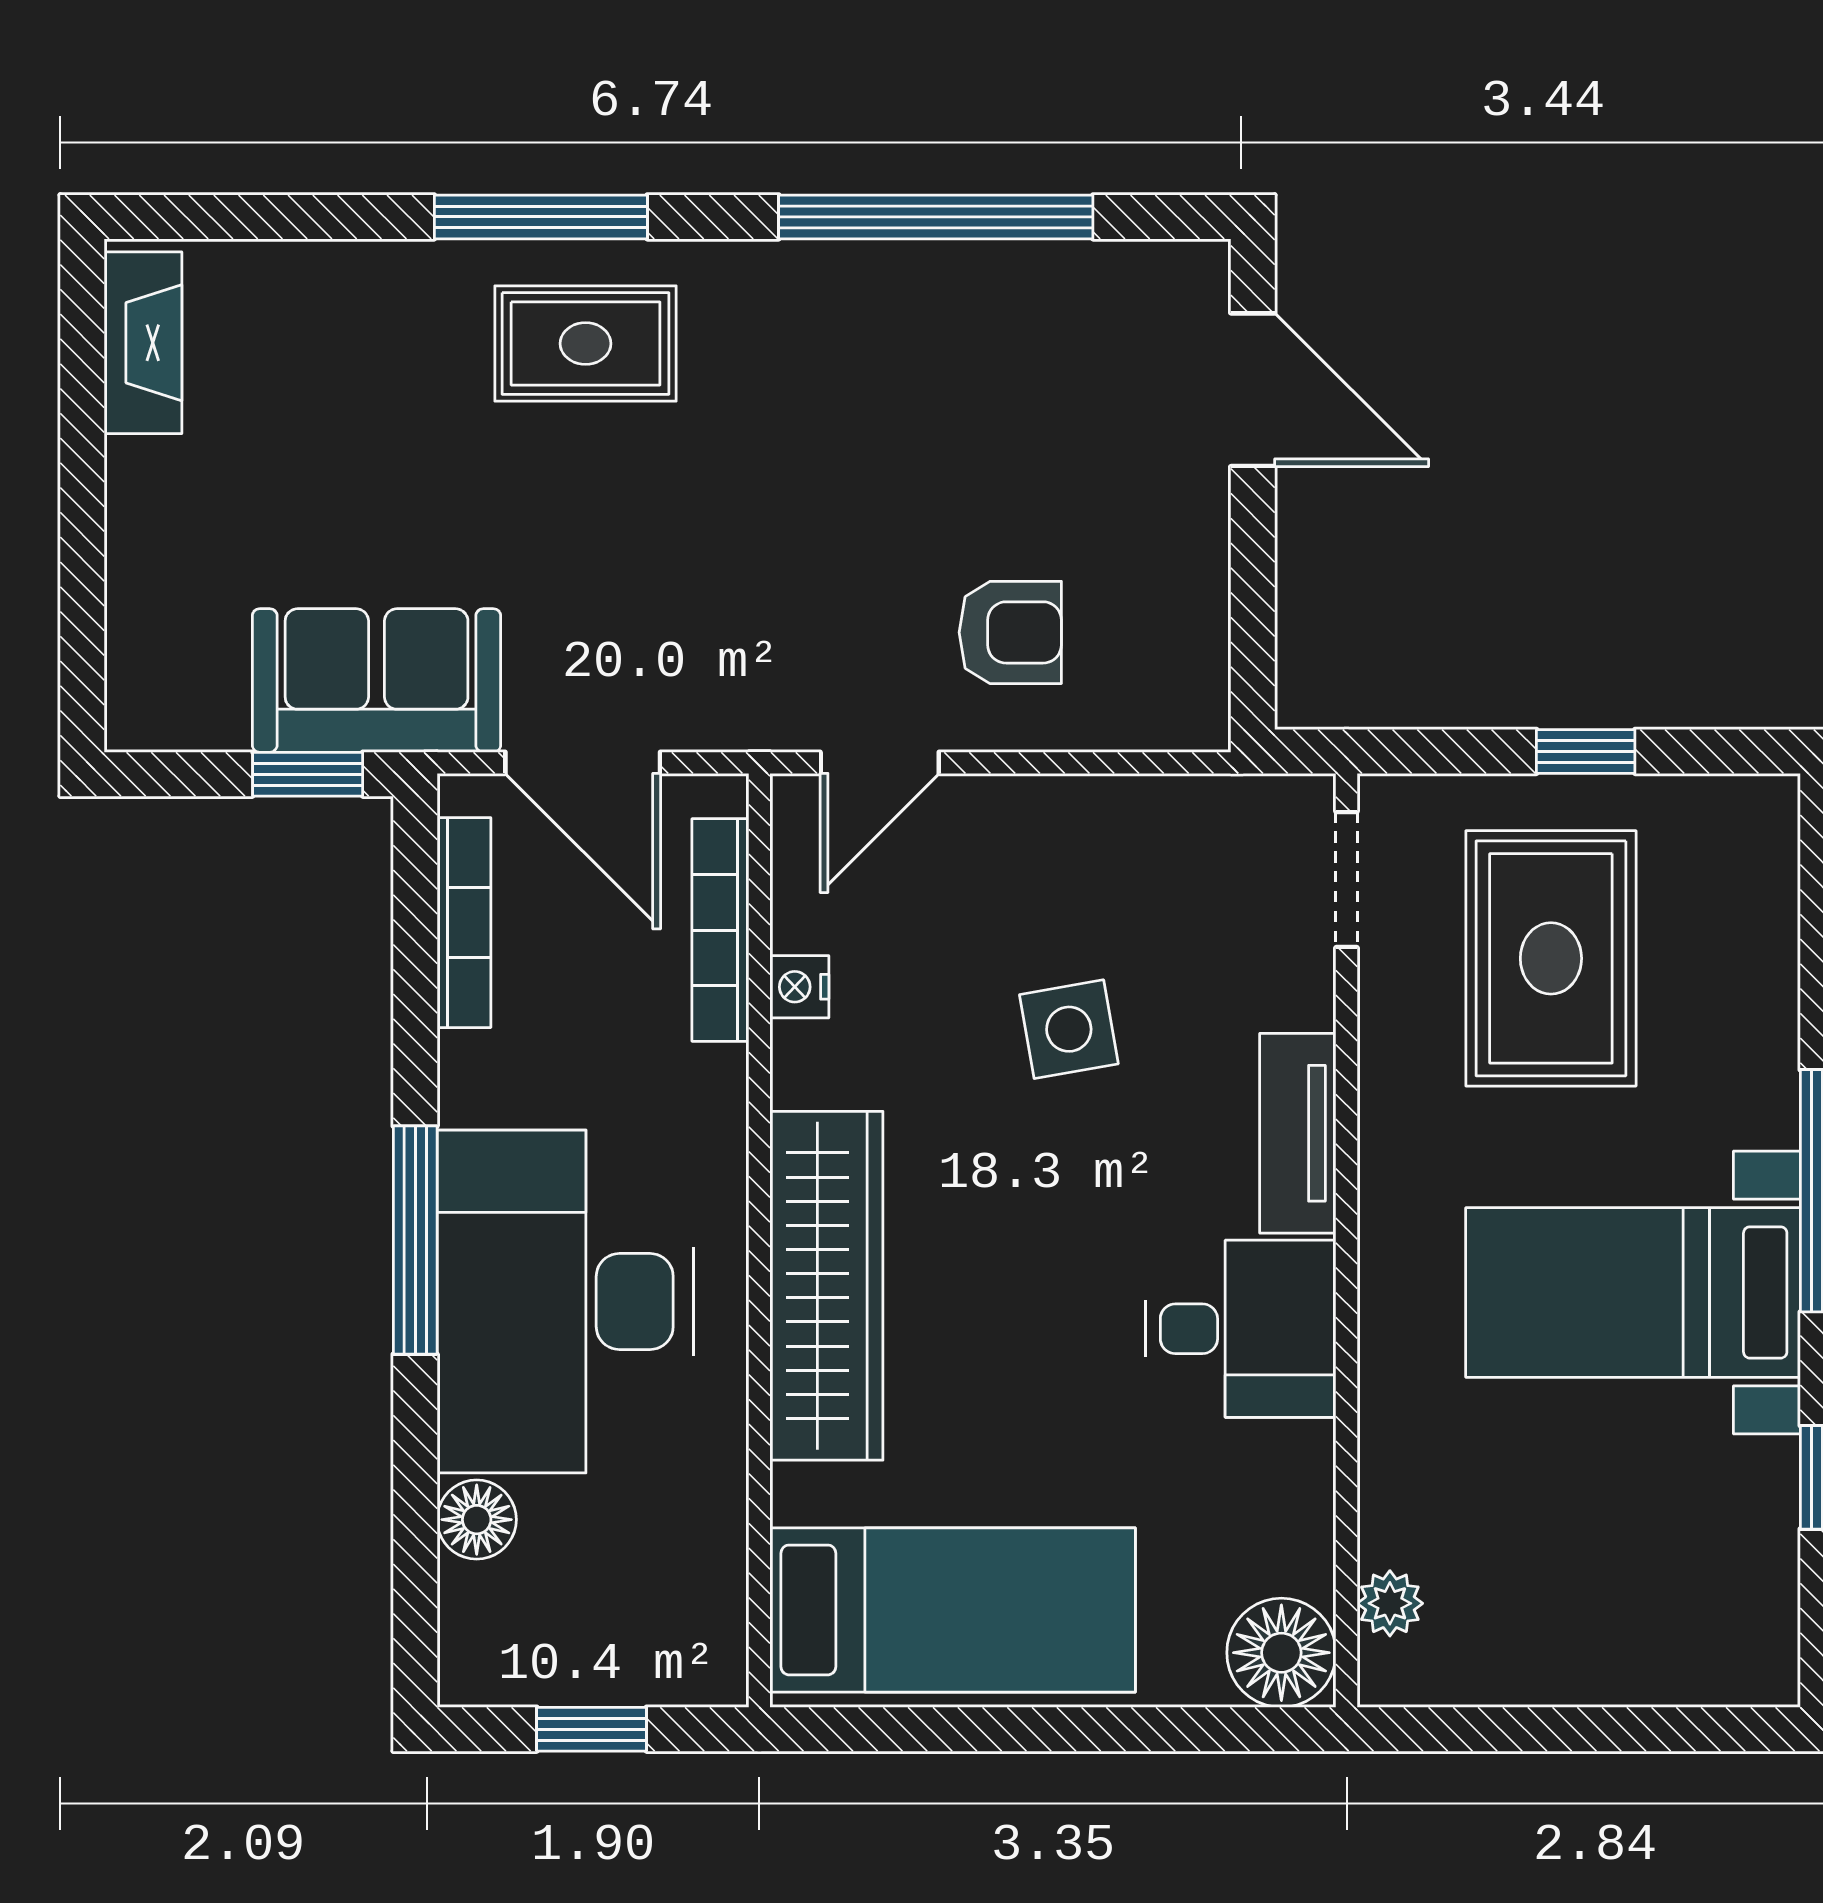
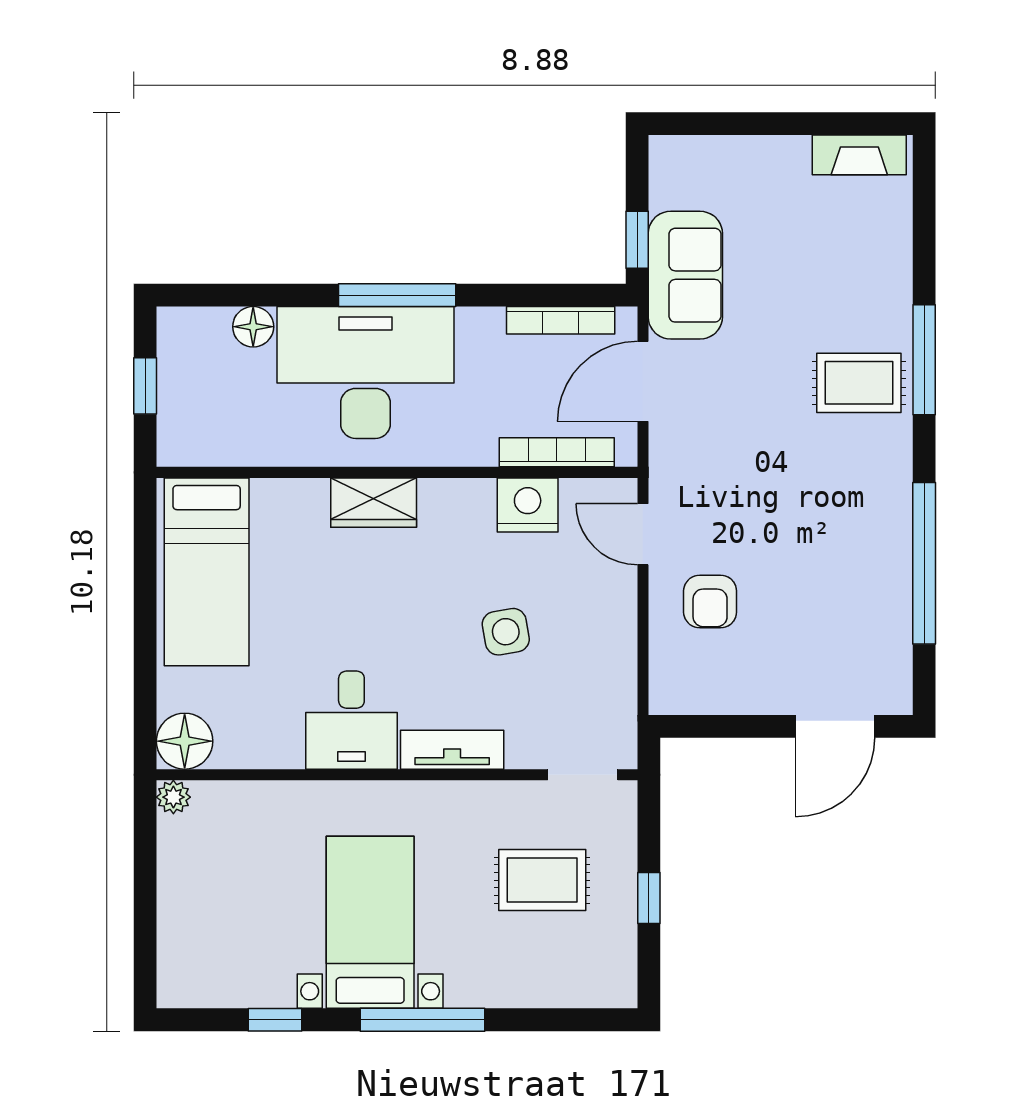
rug: (586, 344) -> (859, 383), turned 90
rug: (1551, 958) -> (542, 880), width x0.73, depth x0.70
nightstand: (799, 987) -> (528, 505), width x1.89, depth x1.79
wardrobe: (826, 1286) -> (374, 503), width x0.48, depth x0.85
plant: (1390, 1603) -> (173, 797), moved

